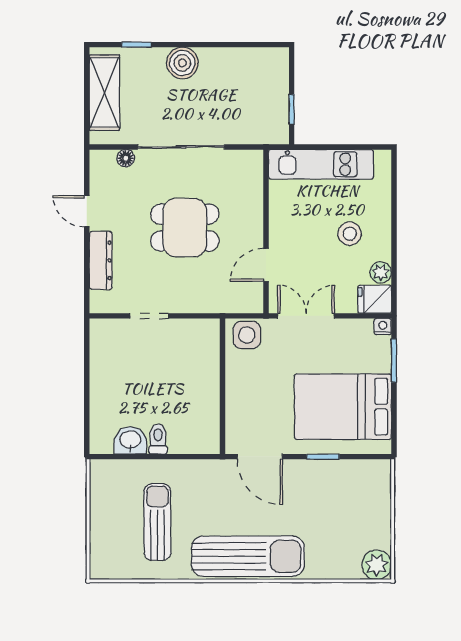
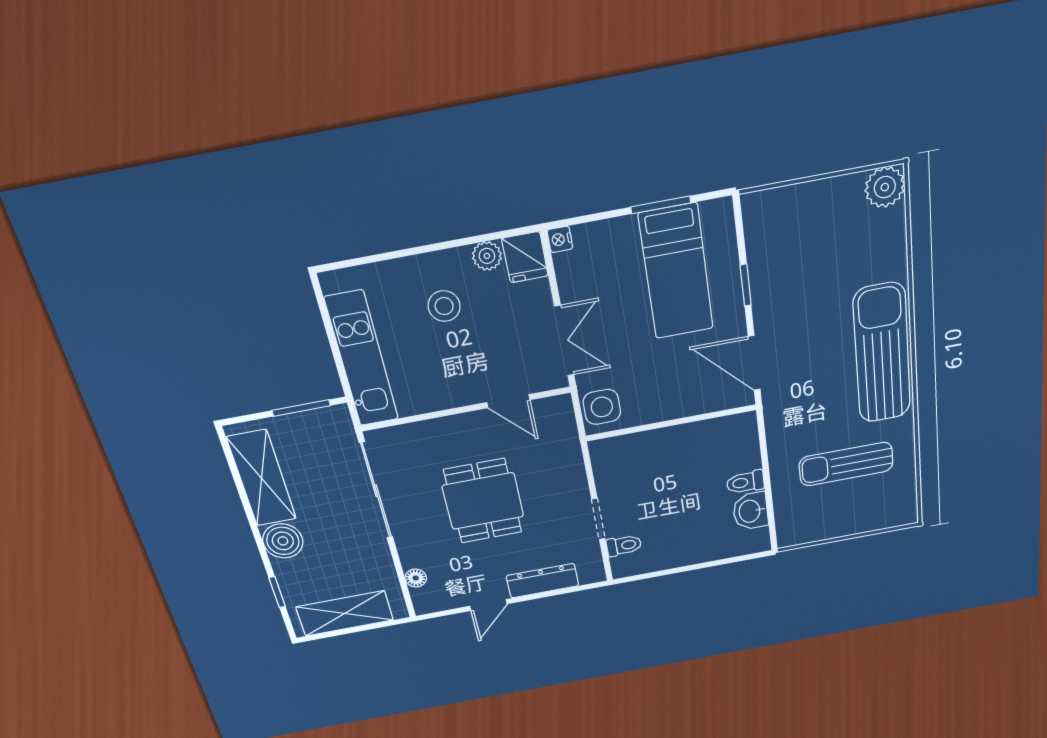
shelving: (240, 63) -> (262, 478), added
window: (292, 110) -> (301, 408), width x1.50
sliding door: (181, 147) -> (376, 491), moved
double door: (306, 316) -> (564, 341), swing flipped
toilet: (120, 333) -> (624, 545), added
window: (394, 360) -> (661, 205), moved
bed: (343, 407) -> (676, 272), width x0.67
door: (260, 457) -> (754, 363), swing flipped

